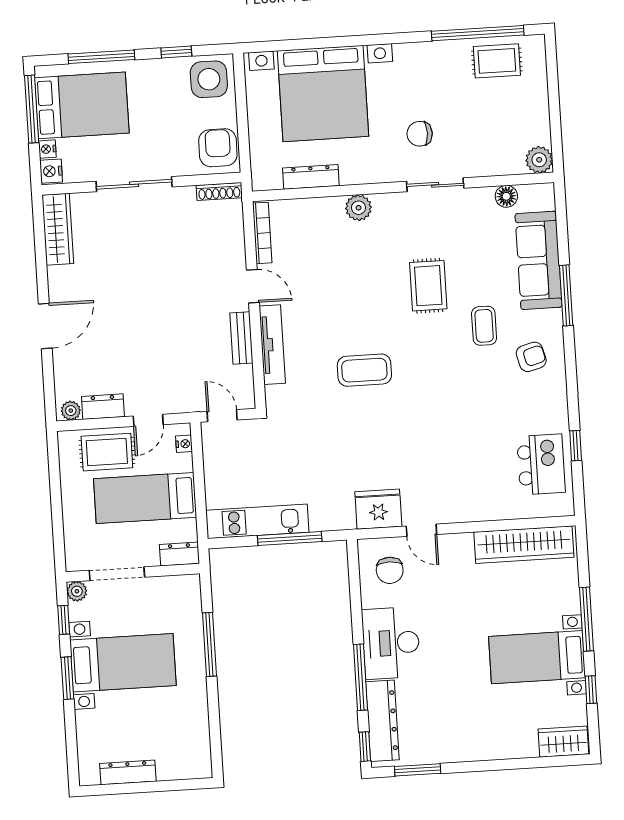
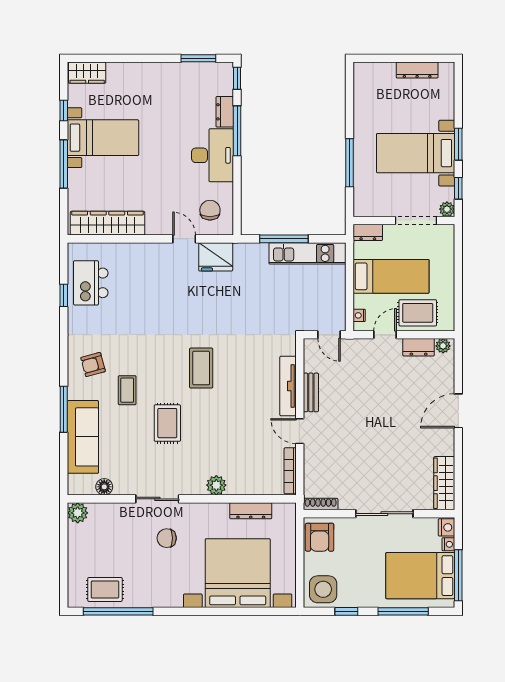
chair: (420, 134) -> (167, 538), turned 180
coffee table: (364, 370) -> (201, 368), moved, turned 90
dresser: (382, 721) -> (225, 112), width x0.51, depth x0.80

